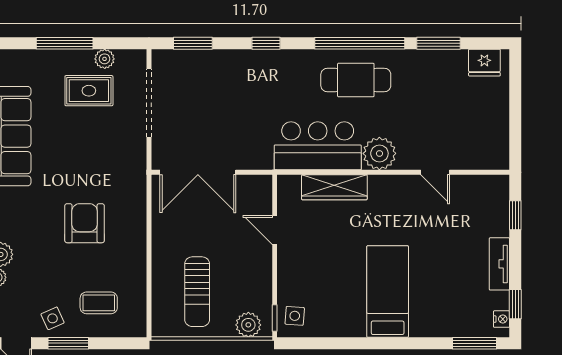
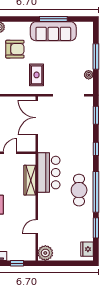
rug: (89, 91) -> (37, 75), moved
plant: (379, 153) -> (45, 253), moved
armchair: (85, 223) -> (15, 49), moved

